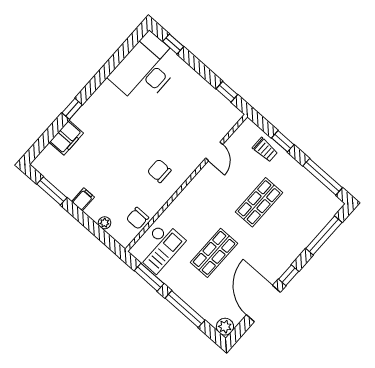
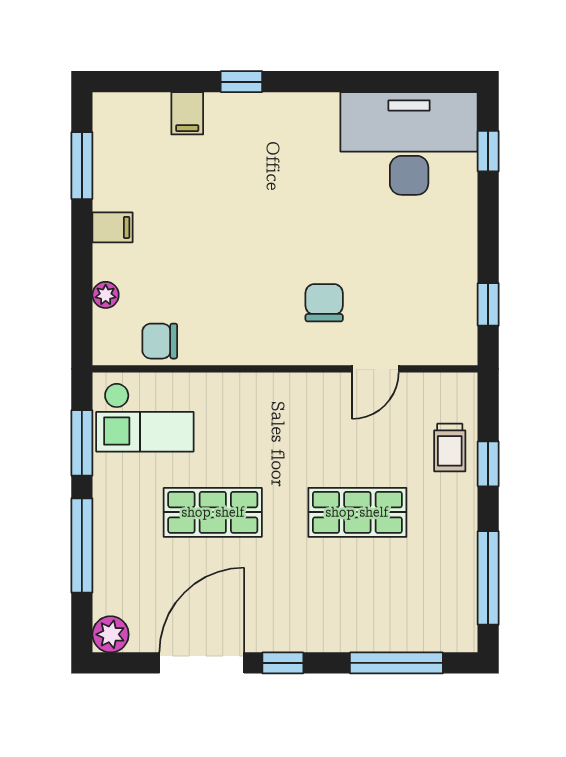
filing cabinet: (66, 138) -> (187, 113), width x0.50
chair: (159, 171) -> (324, 303), moved

